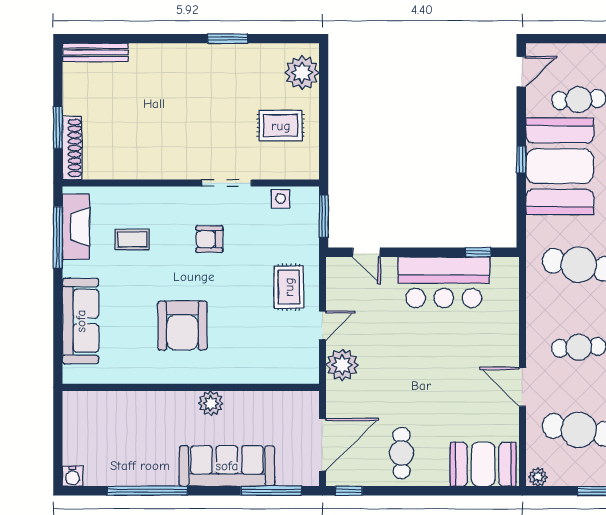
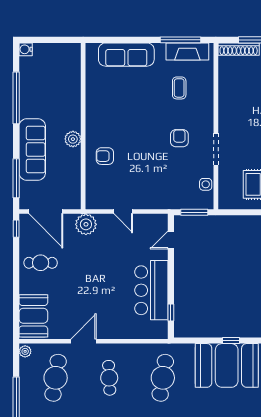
rug: (289, 287) -> (148, 190), removed
armchair: (182, 326) -> (105, 156), moved, width x0.53, depth x0.53
plant: (342, 365) -> (86, 224), moved

